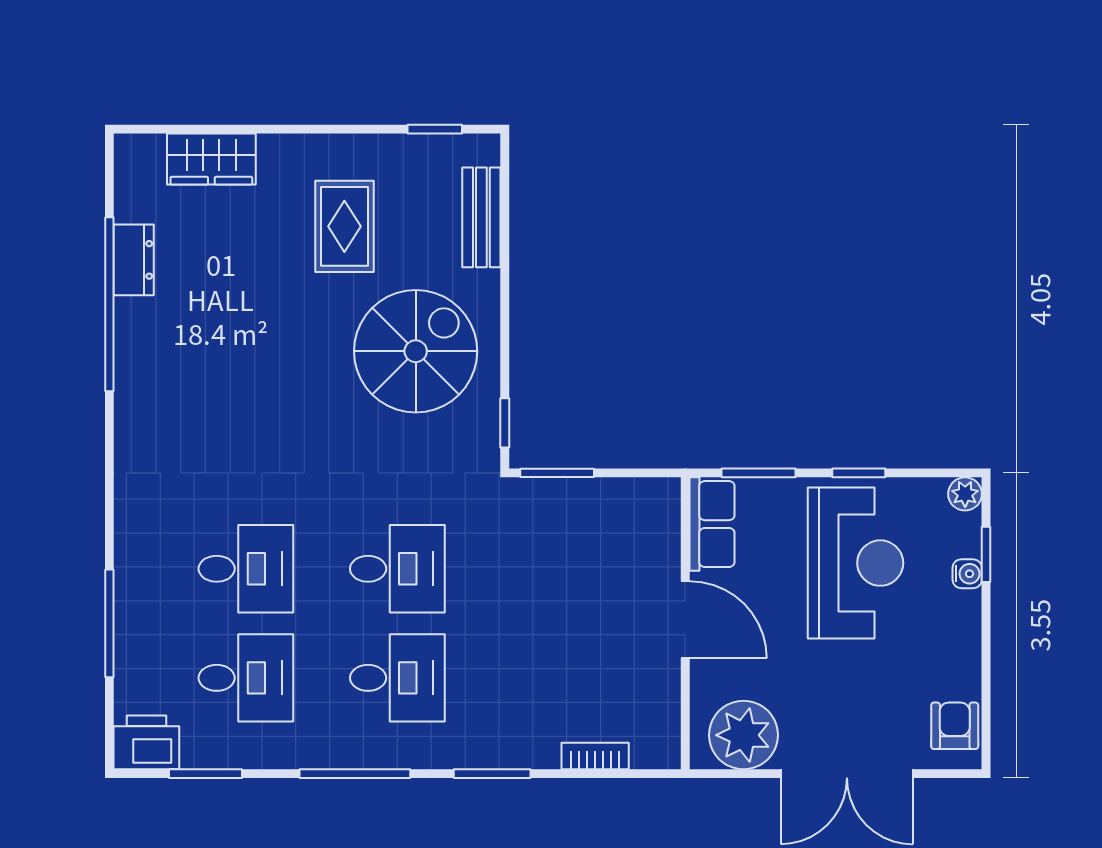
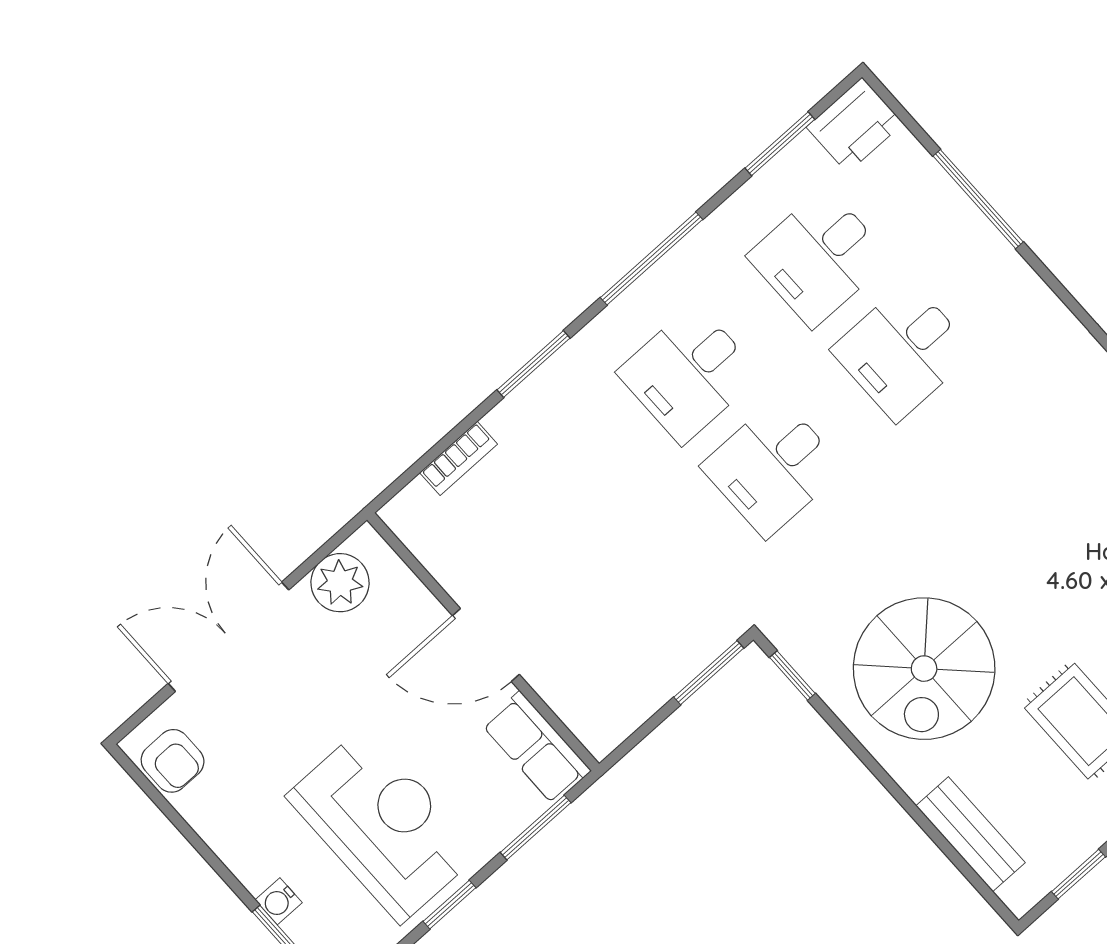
reception desk: (855, 563) -> (383, 825), turned 180
plant: (743, 735) -> (340, 583), width x0.73, depth x0.73

